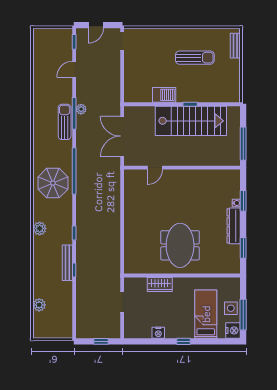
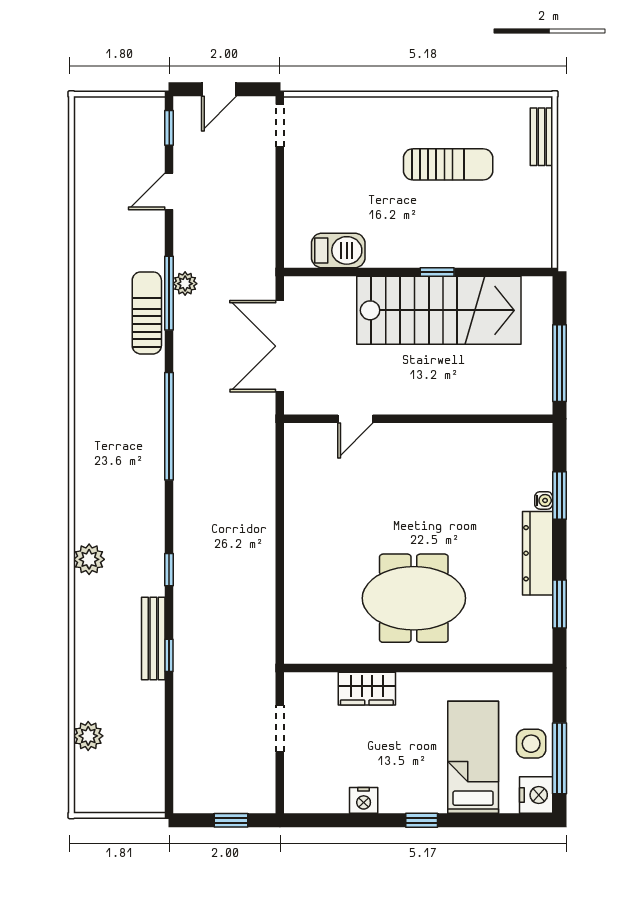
barbecue: (164, 95) -> (338, 250), moved
parasol: (53, 183) -> (120, 454), removed
meeting table: (180, 245) -> (414, 598), turned 90

